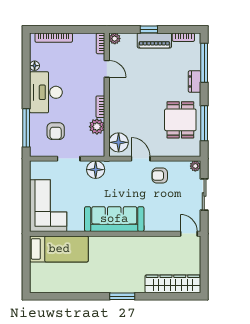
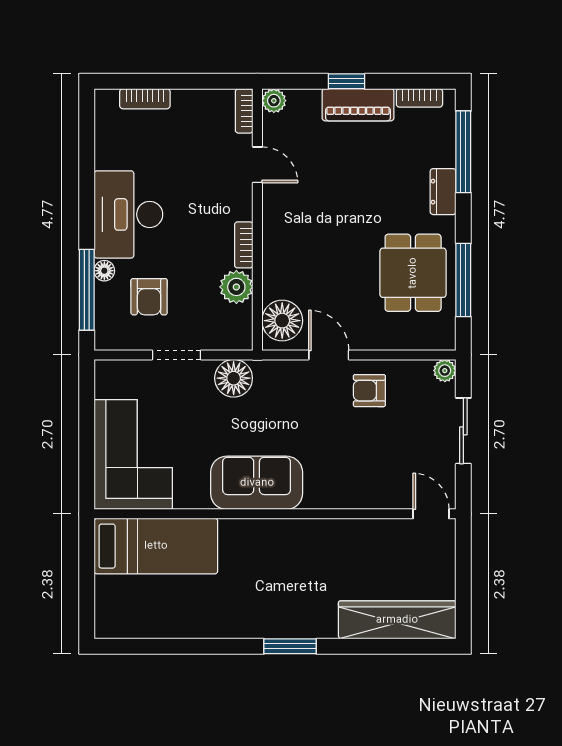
bookcase: (54, 38) -> (145, 99), width x0.64
floor lamp: (35, 66) -> (104, 271), moved
sofa: (114, 219) -> (257, 483), width x0.73

